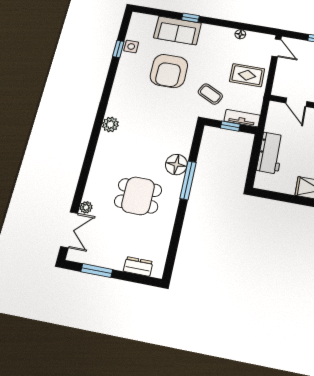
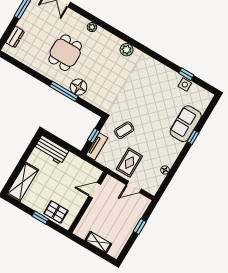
door: (276, 48) -> (134, 187), moved
armchair: (169, 71) -> (154, 106), removed
workbench: (270, 153) -> (51, 150), moved
plant: (86, 207) -> (92, 27), moved

